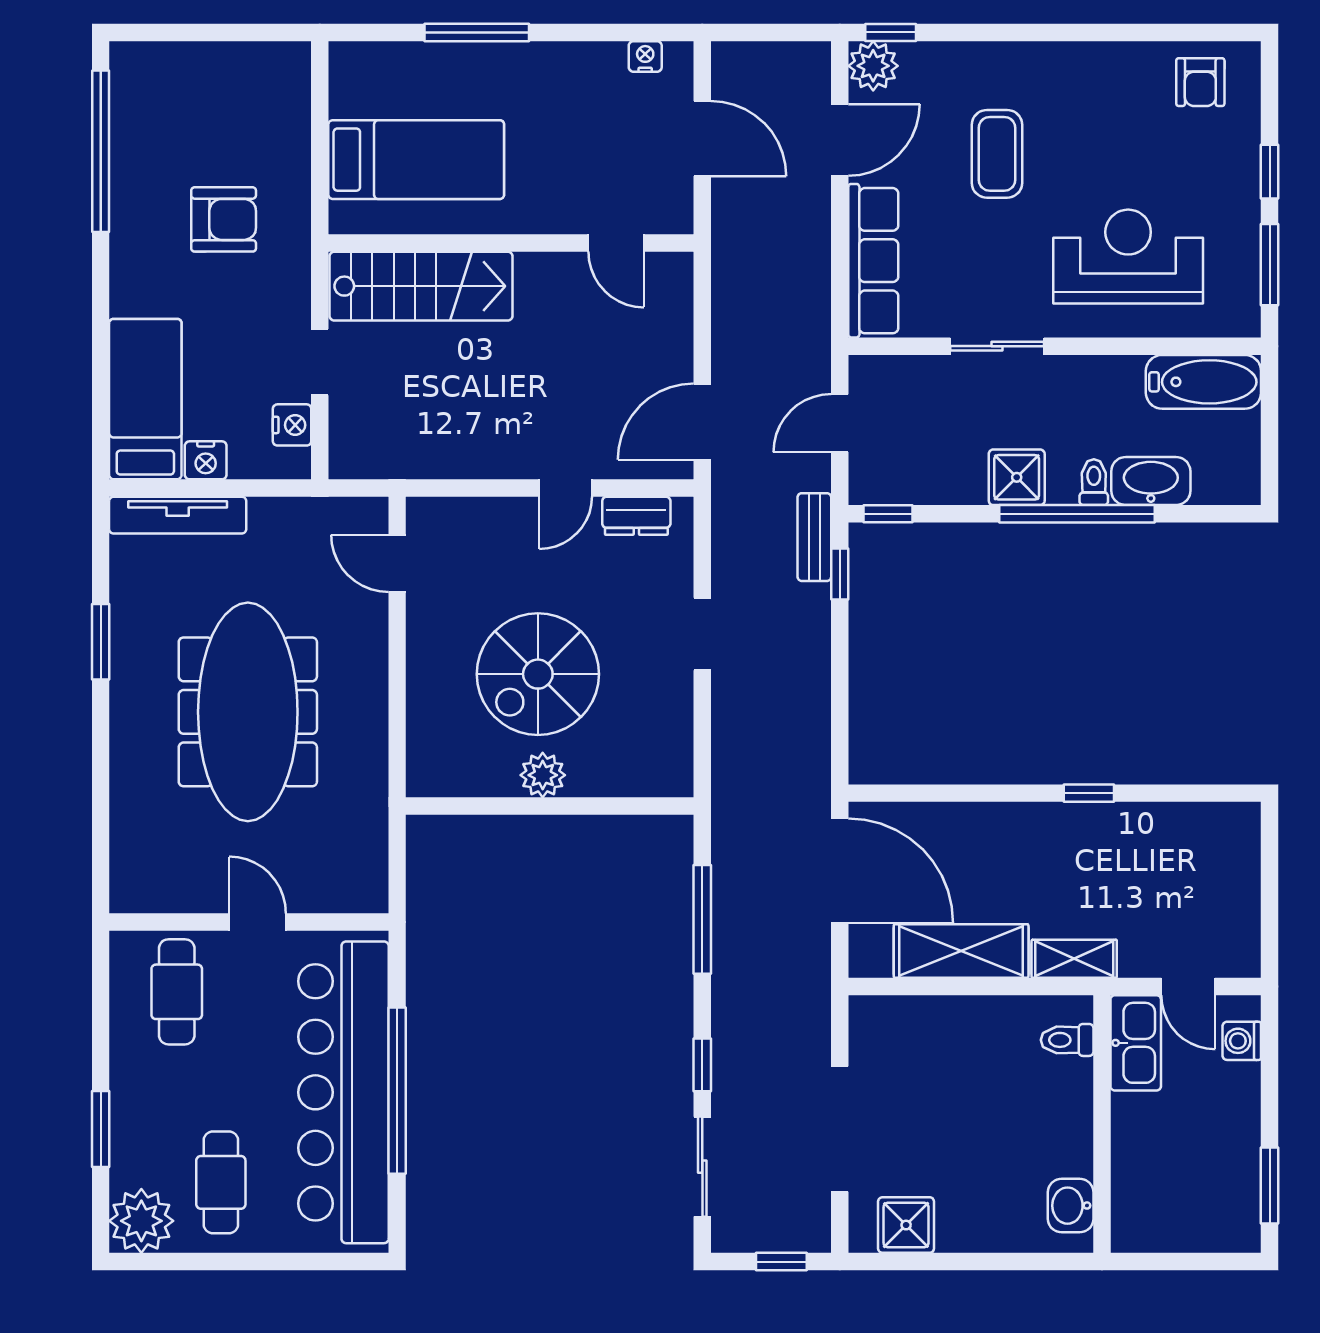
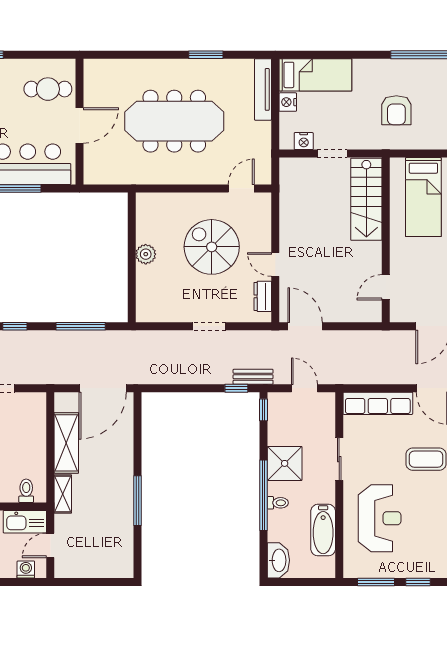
bathtub: (1203, 382) -> (323, 530), moved
shower: (1017, 477) -> (285, 463), width x1.36, depth x1.36
washbasin: (1151, 481) -> (278, 560), moved
spiral stairs: (538, 674) -> (212, 247), moved
window: (1089, 793) -> (138, 501), width x2.17
door: (258, 922) -> (79, 125), width x1.38

